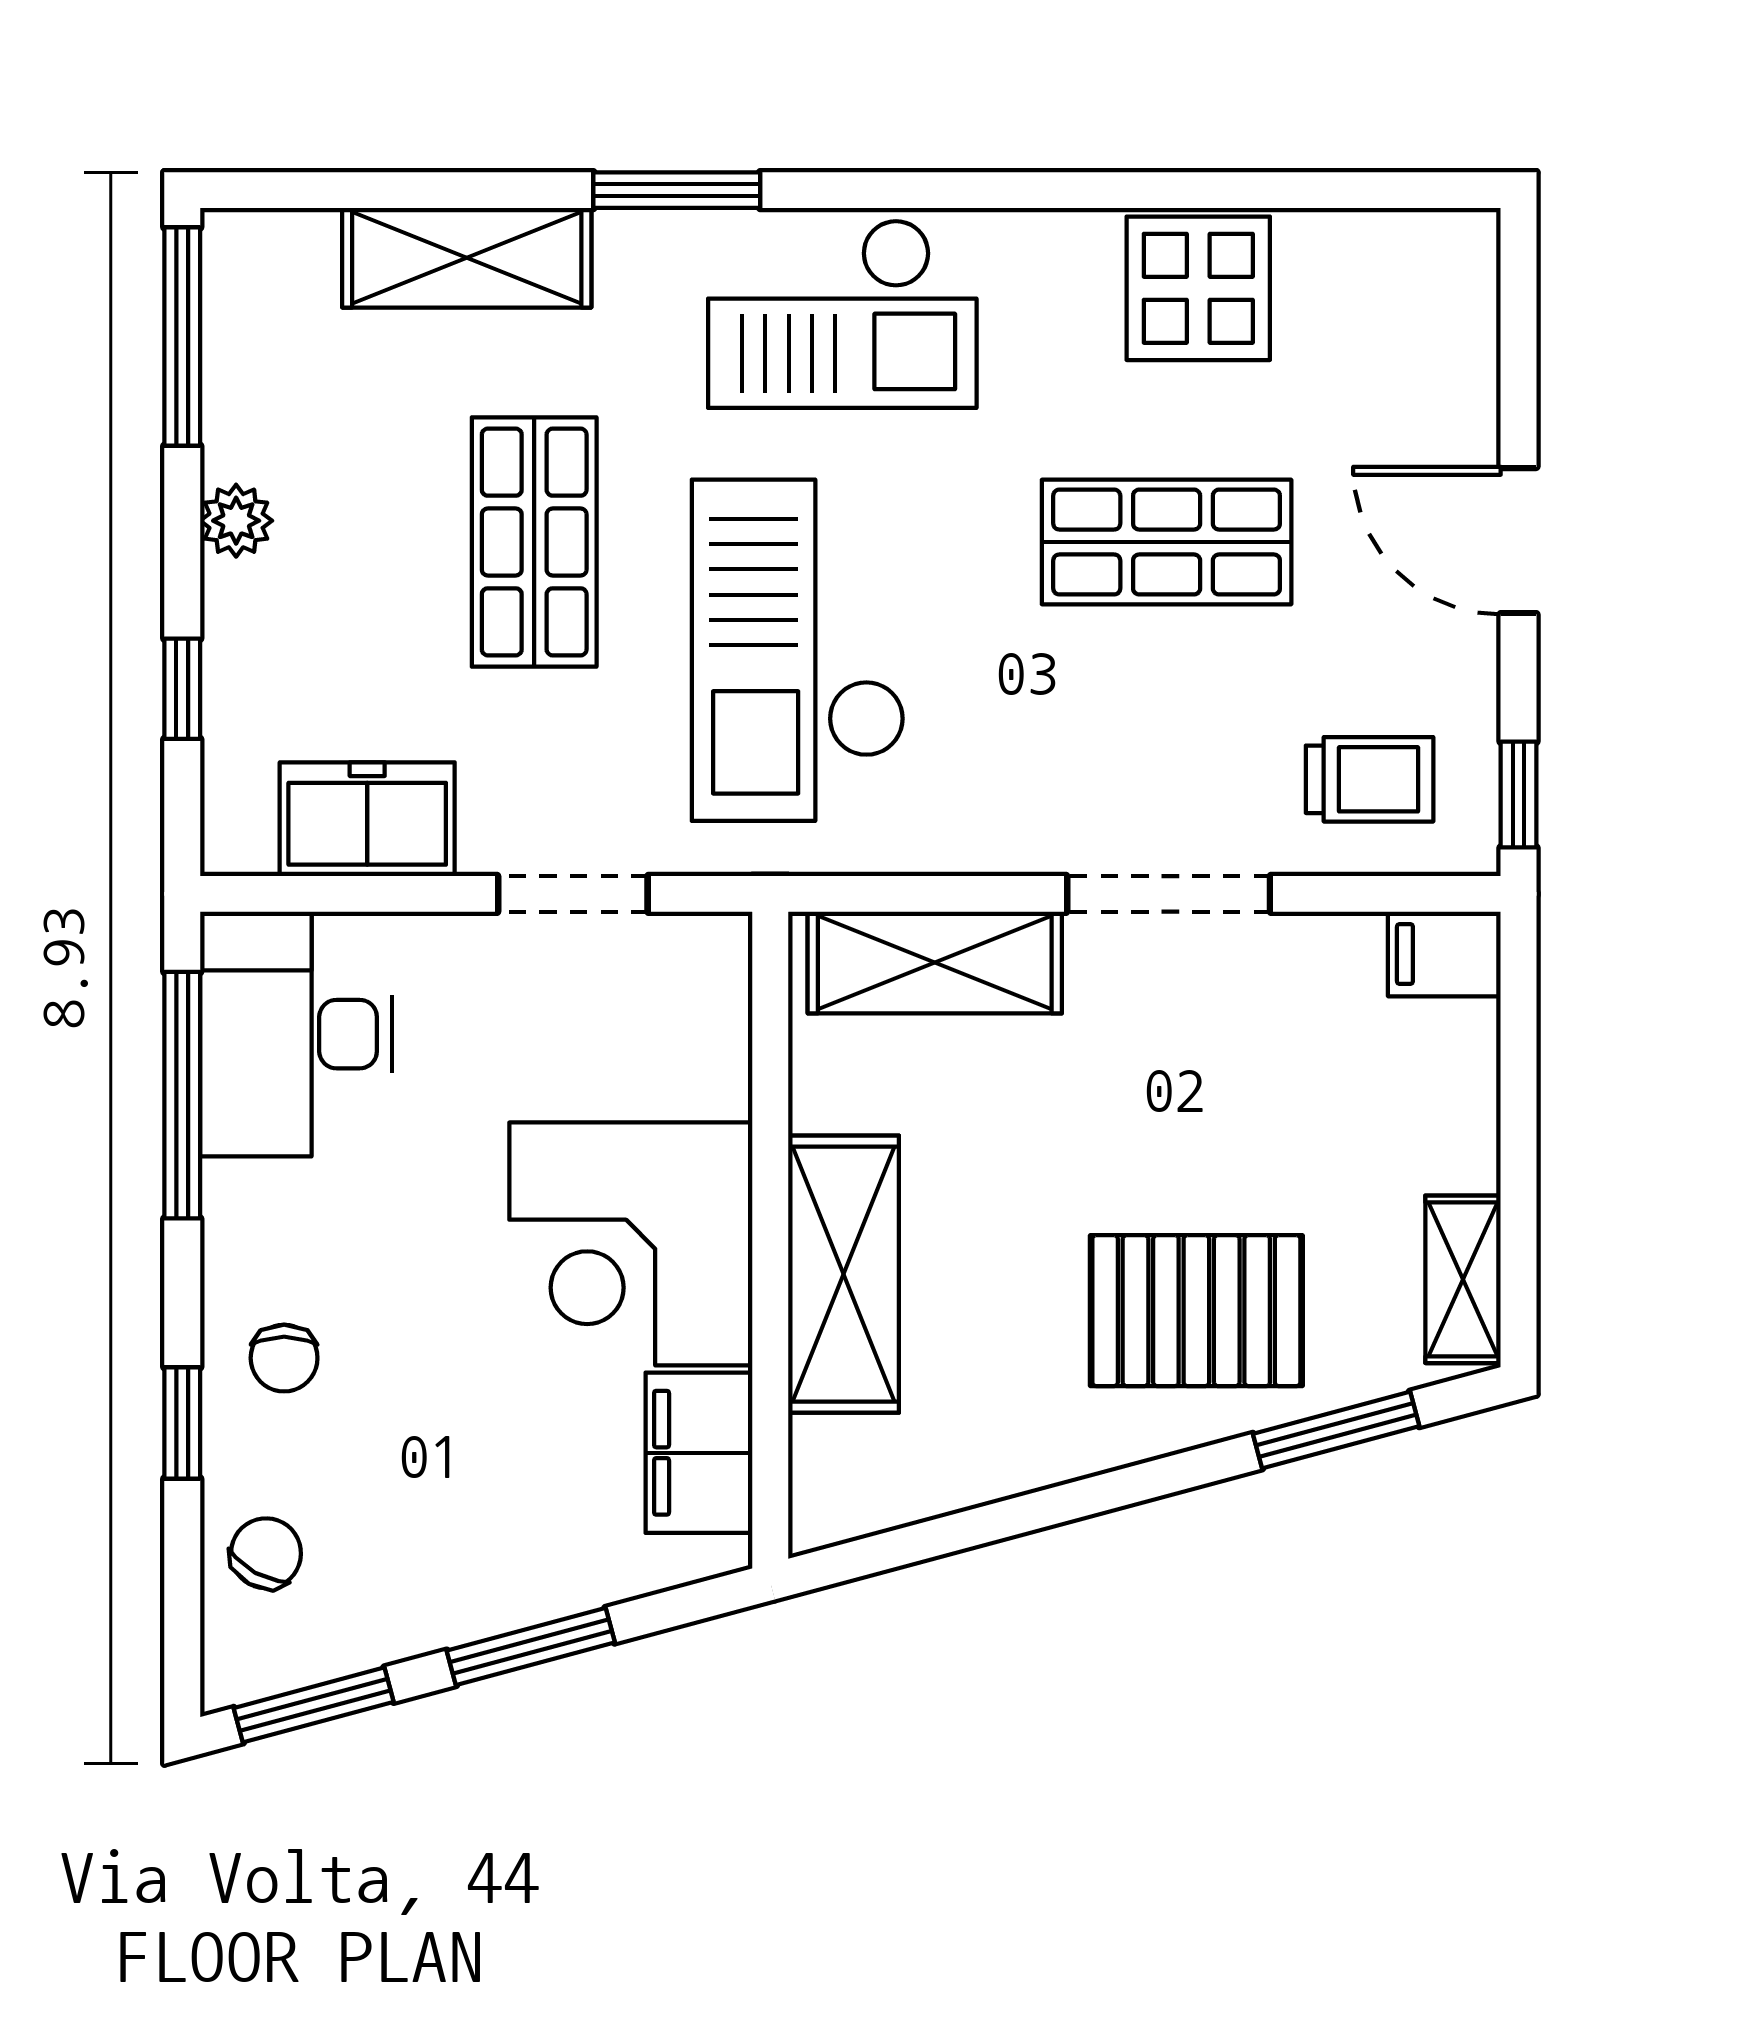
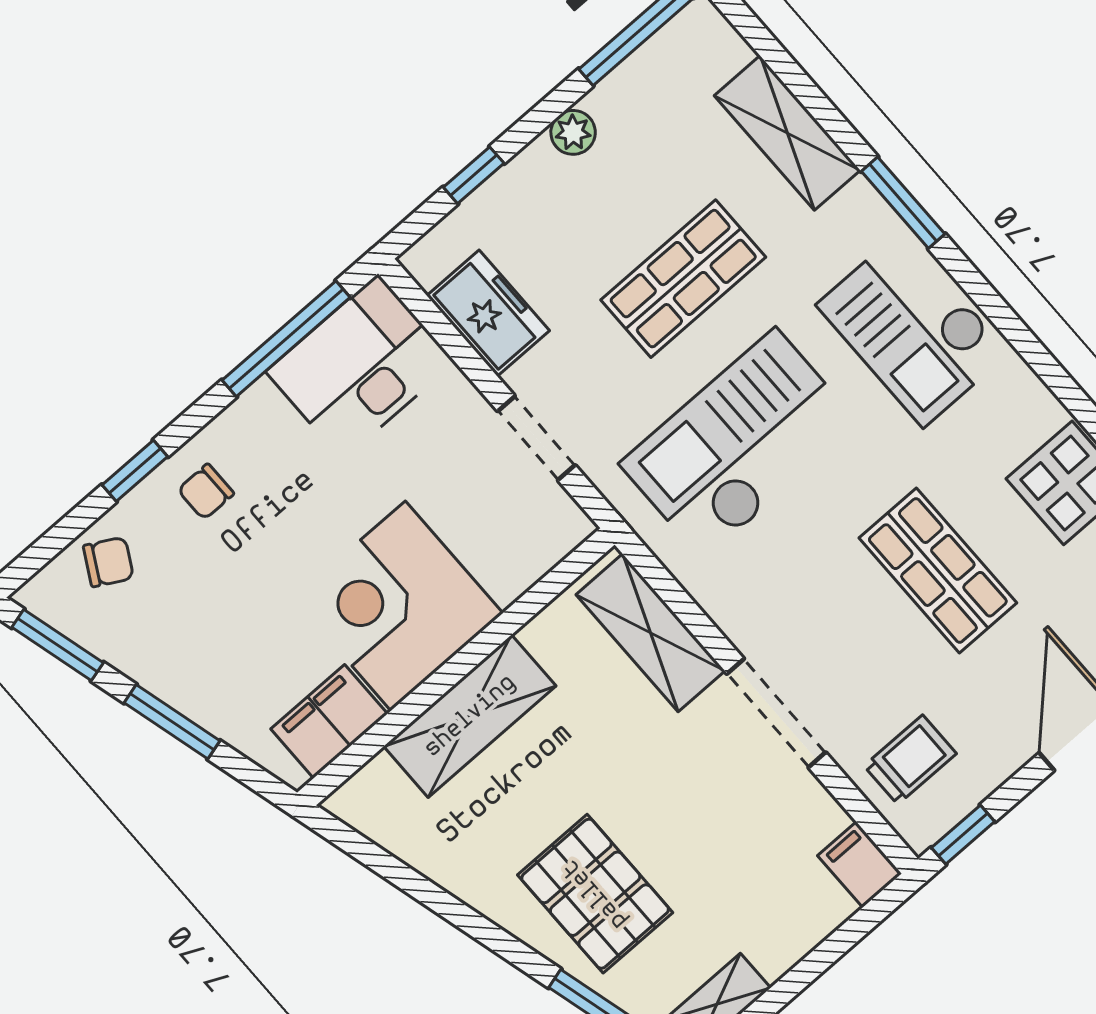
trolley: (1370, 779) -> (910, 760), turned -90

